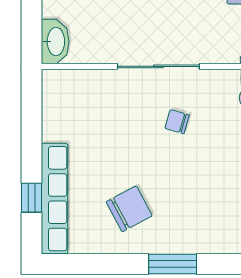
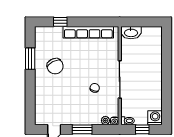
row of seats: (54, 199) -> (88, 32), moved
window: (173, 264) -> (30, 59), moved

